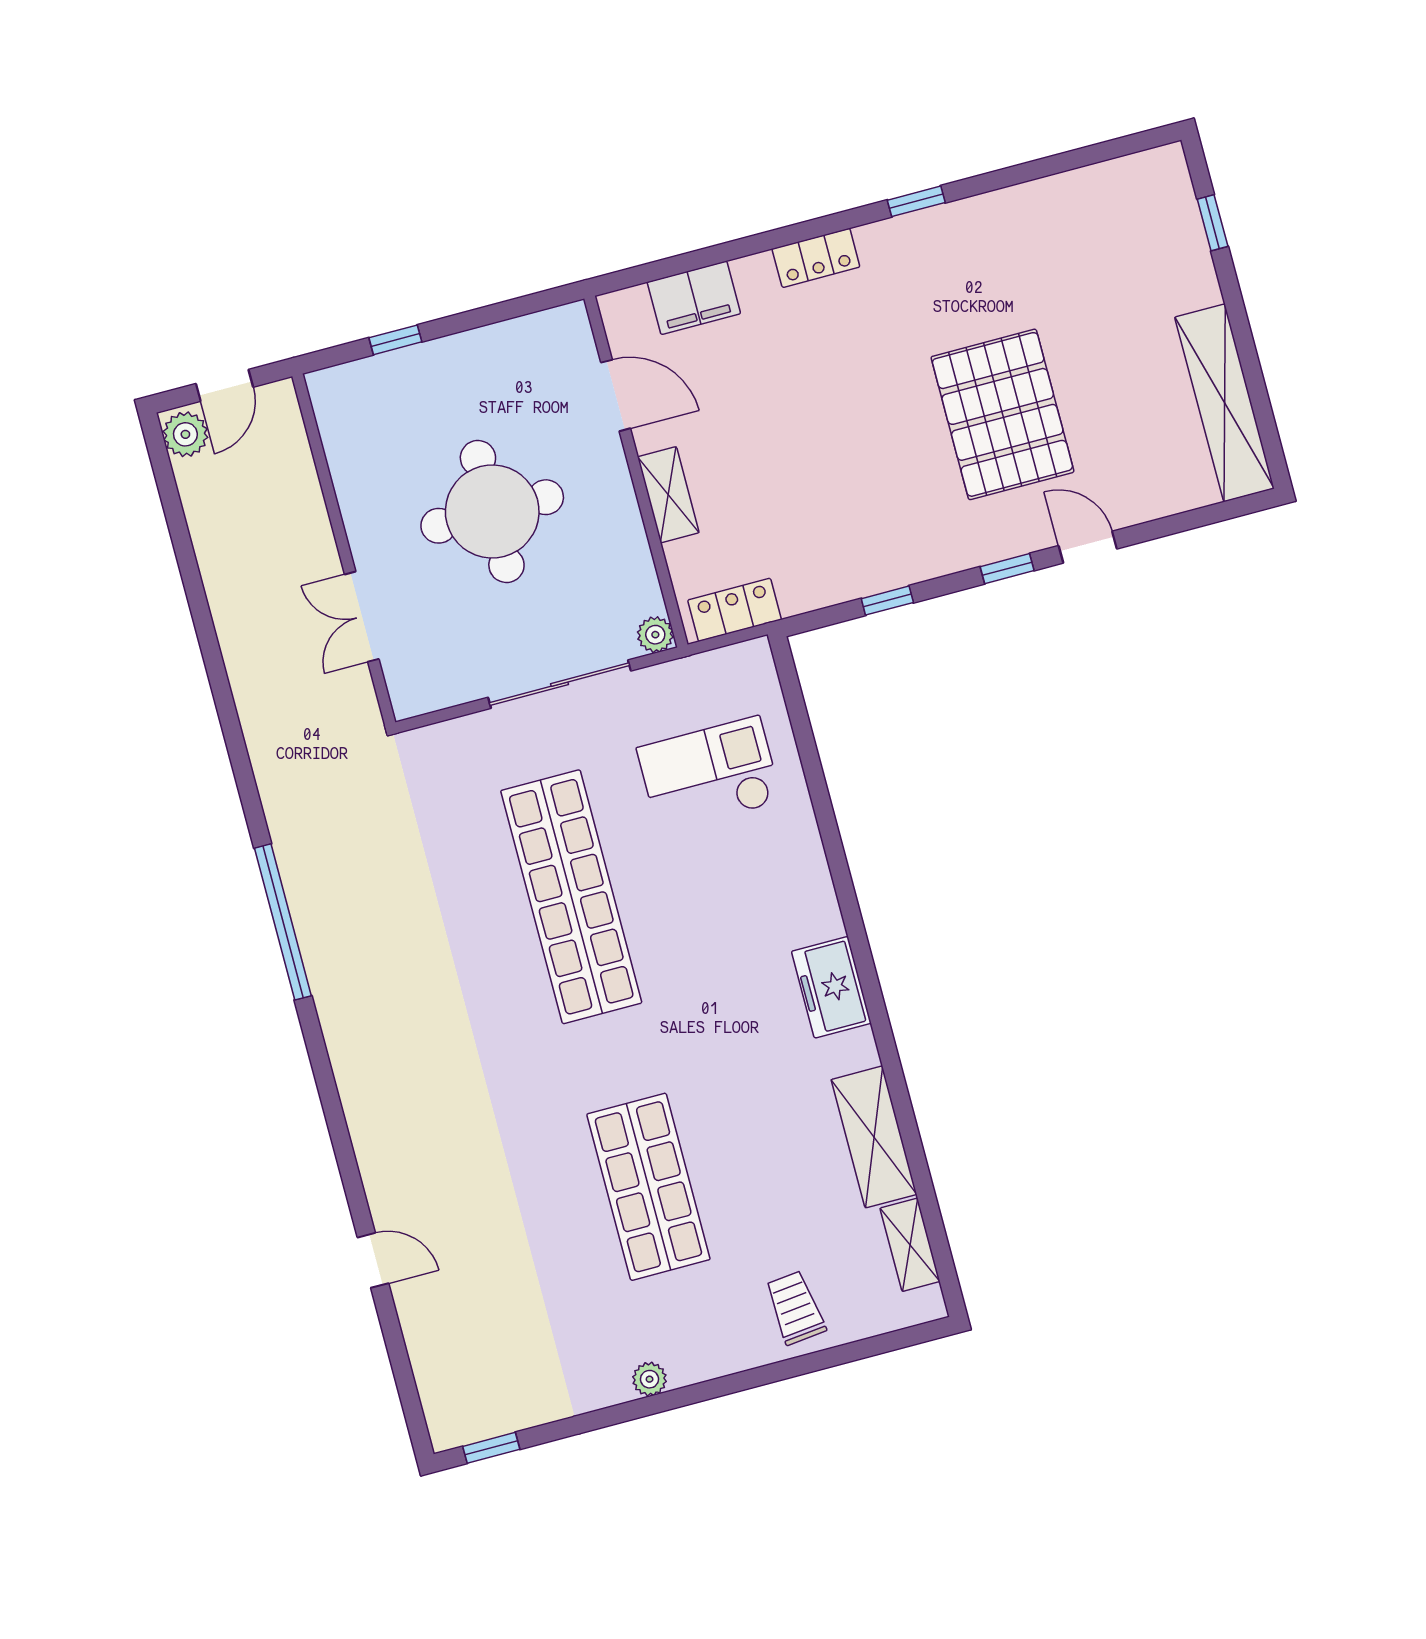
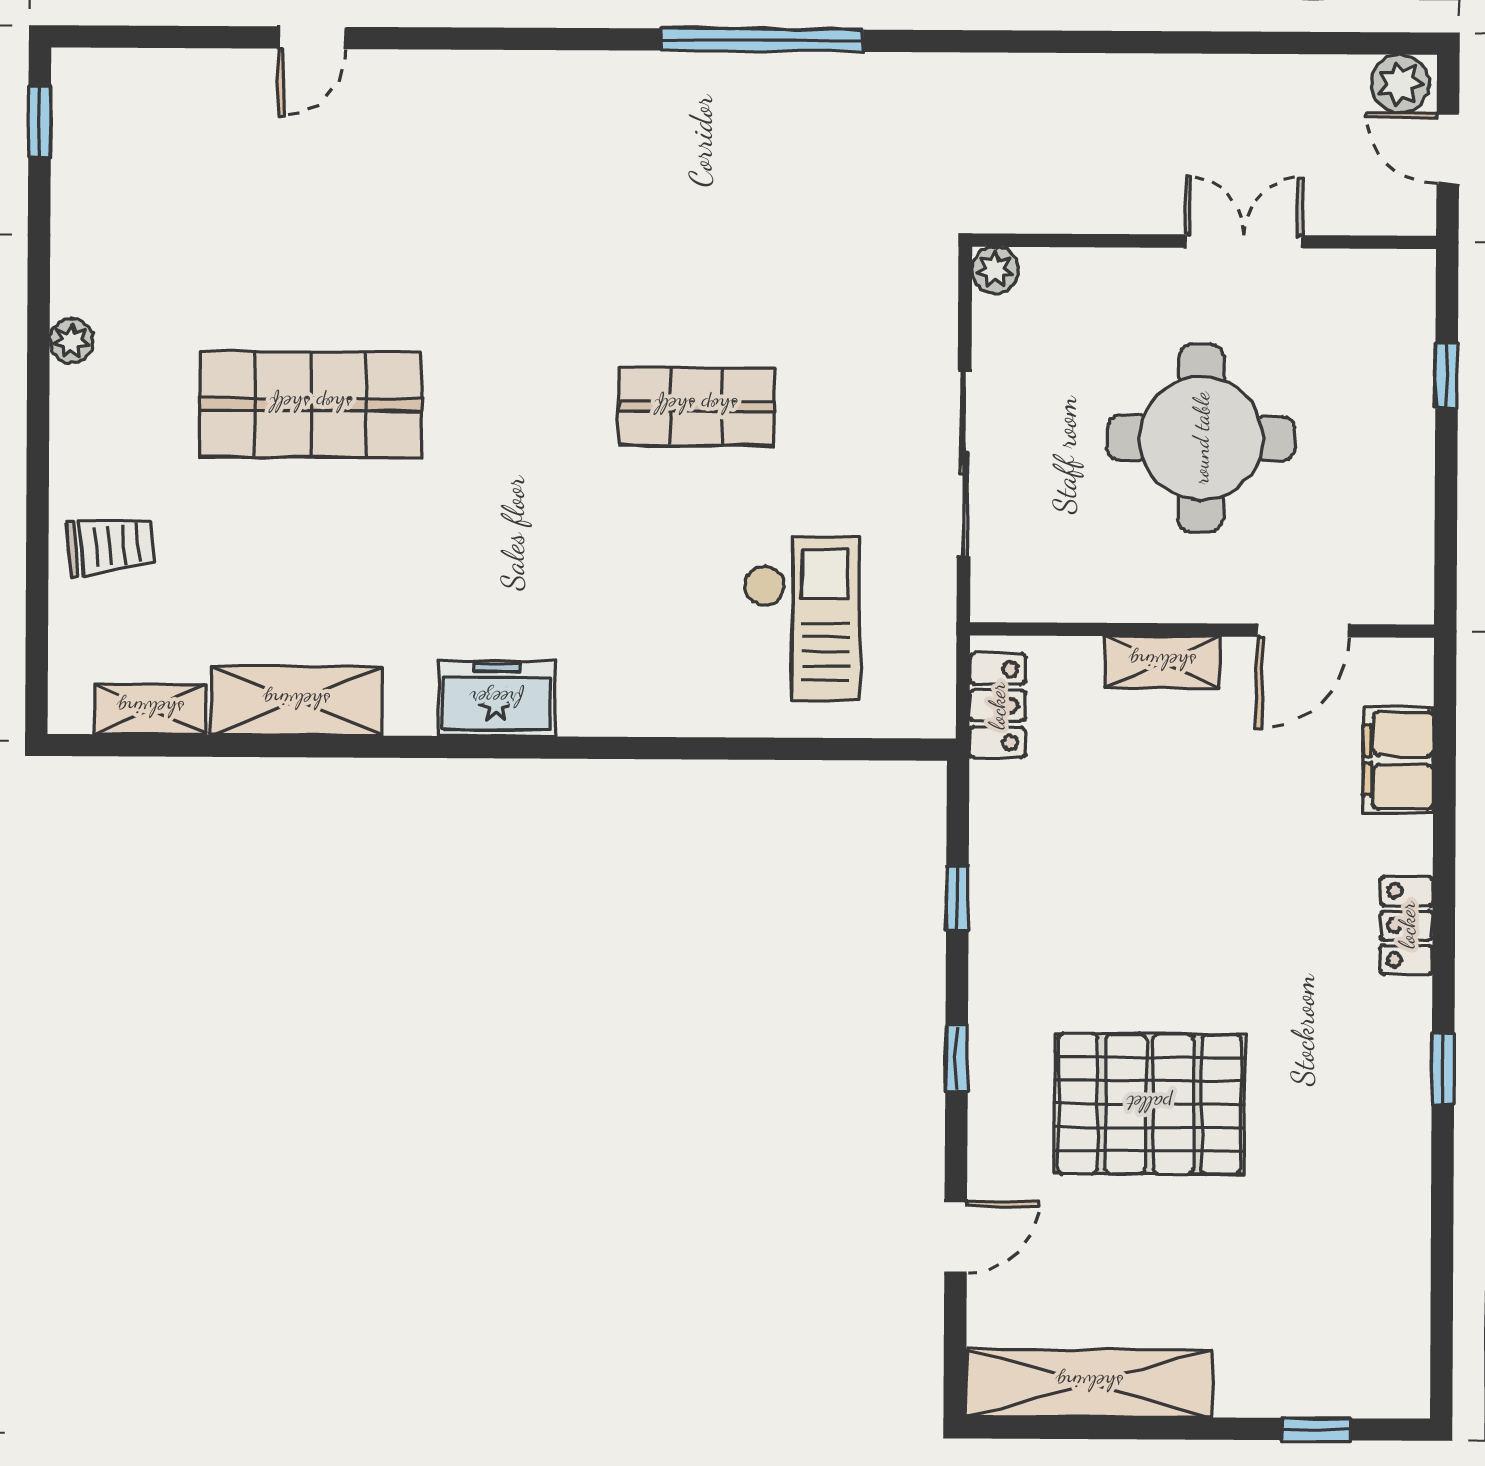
door: (1088, 547) -> (956, 1237), moved
double door: (362, 617) -> (1244, 241), moved
plant: (655, 635) -> (995, 270), moved
shop shelf: (571, 897) -> (696, 406), width x0.50, depth x0.74

